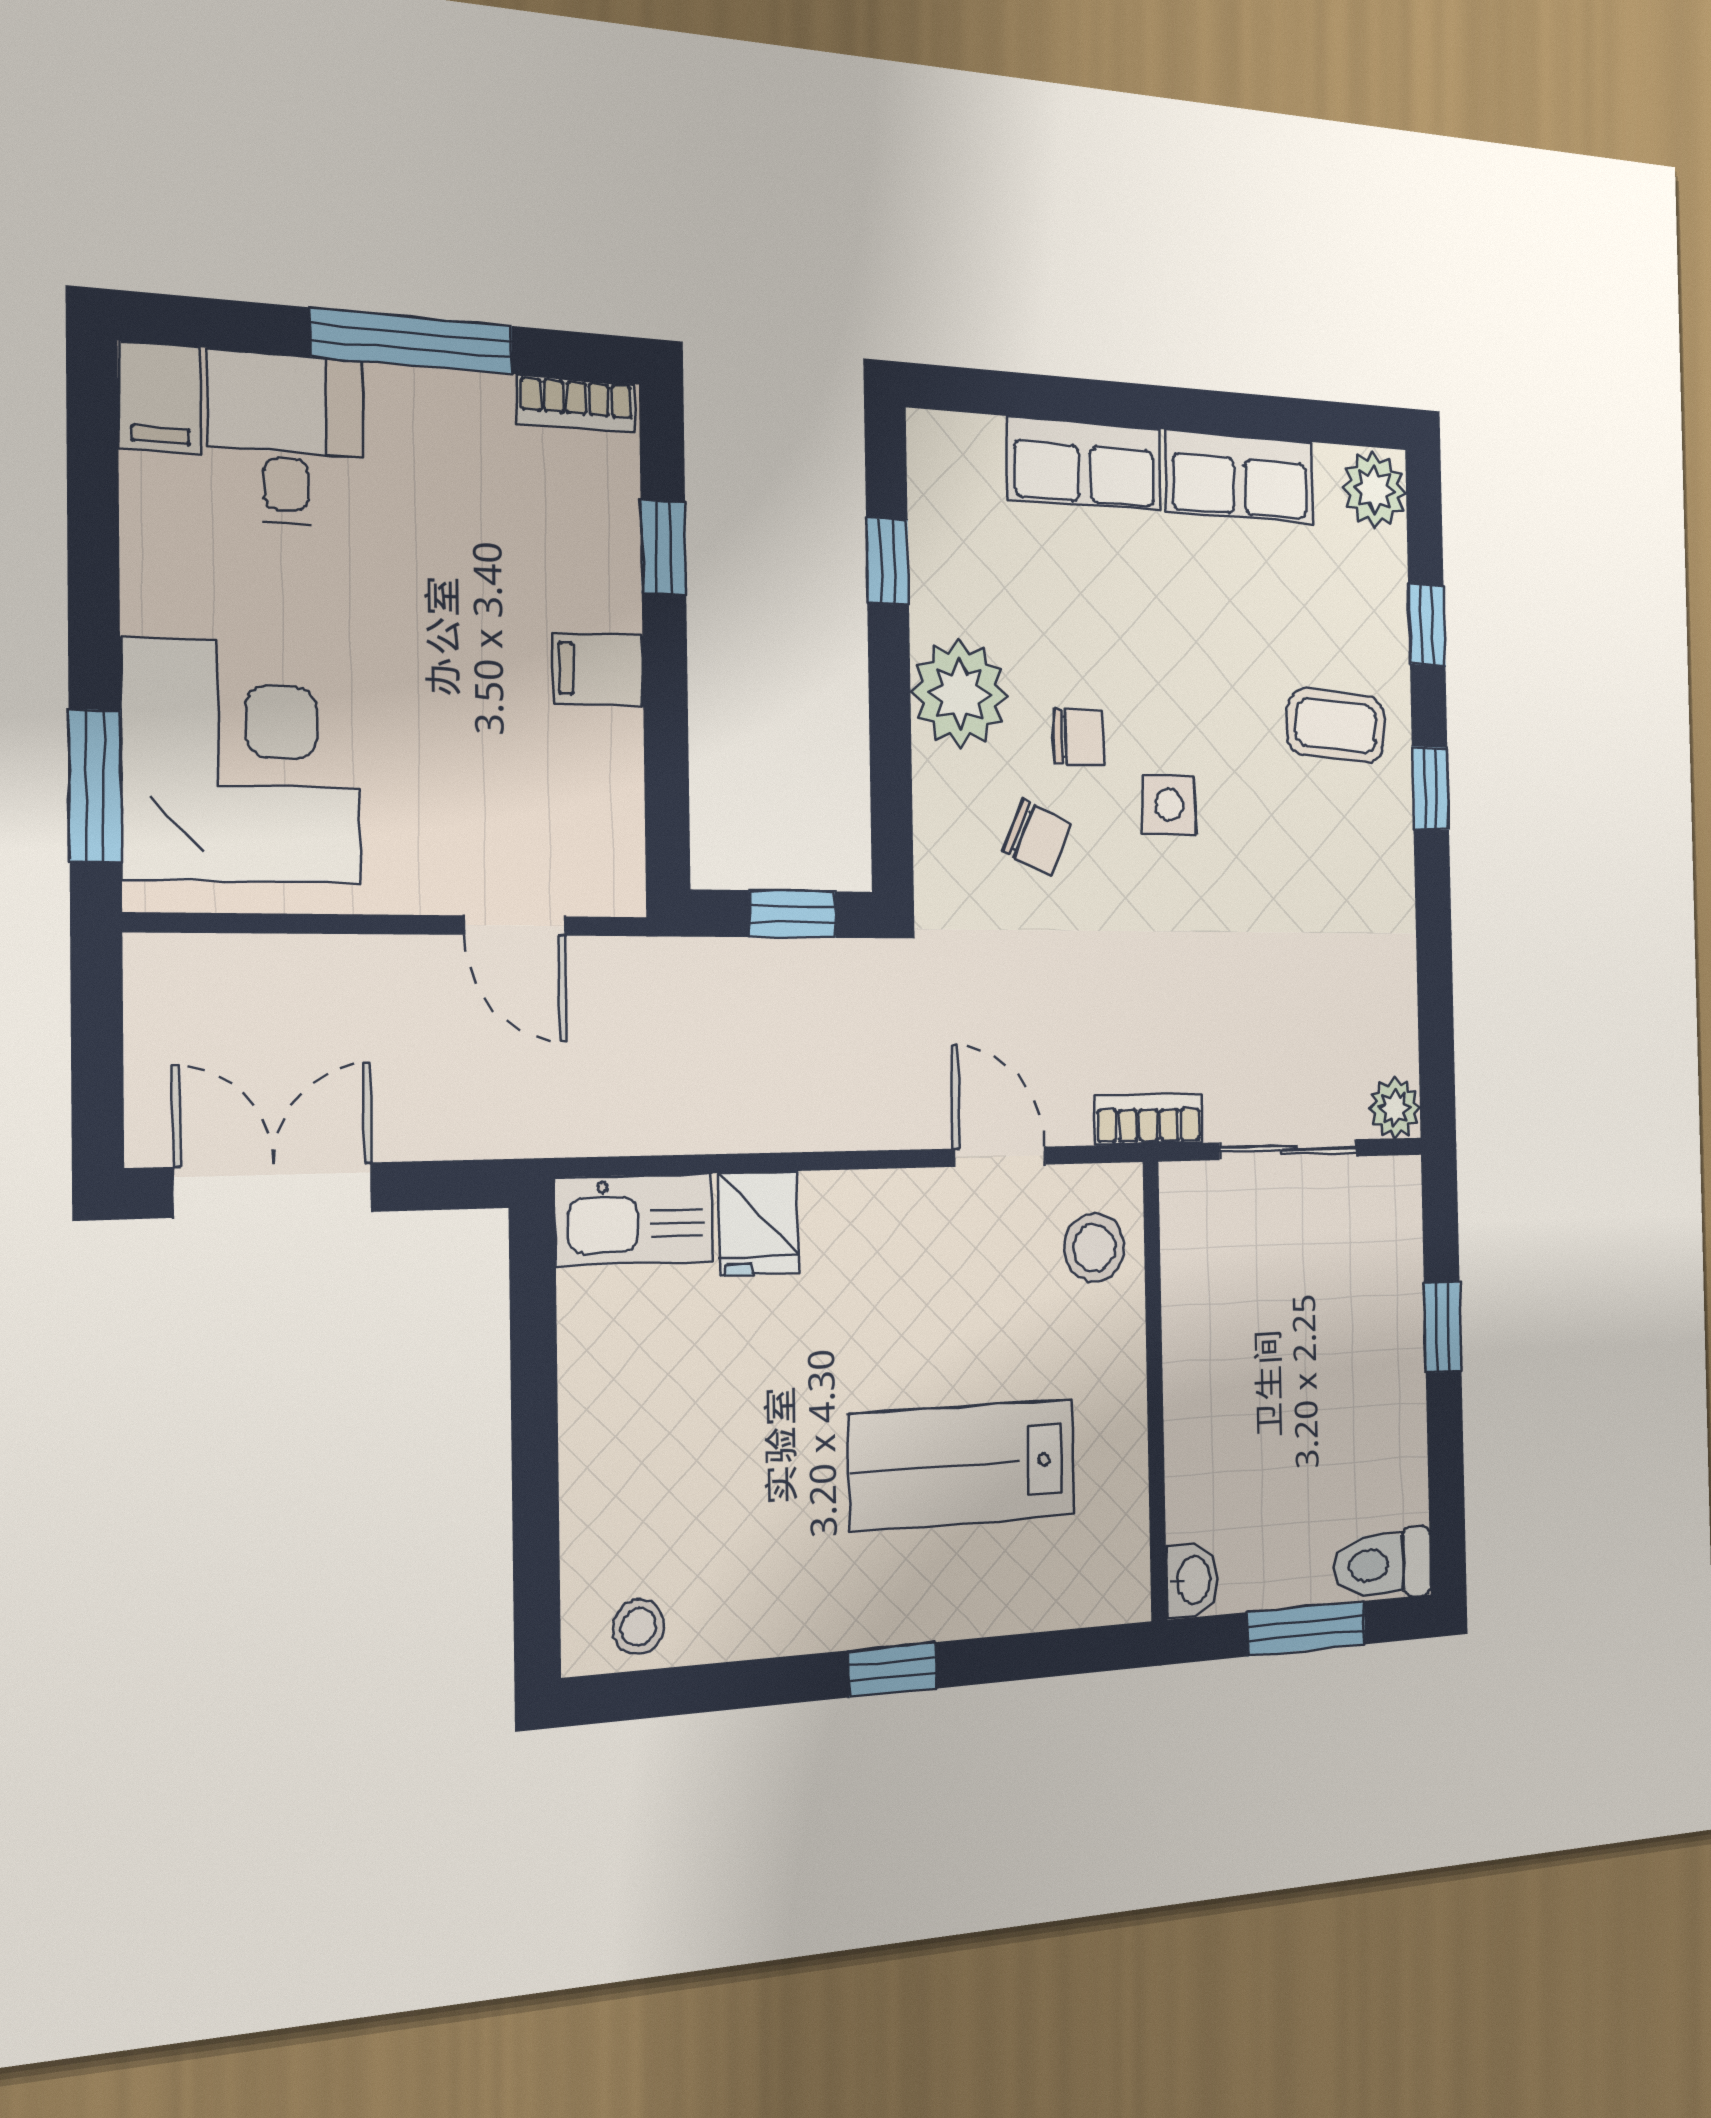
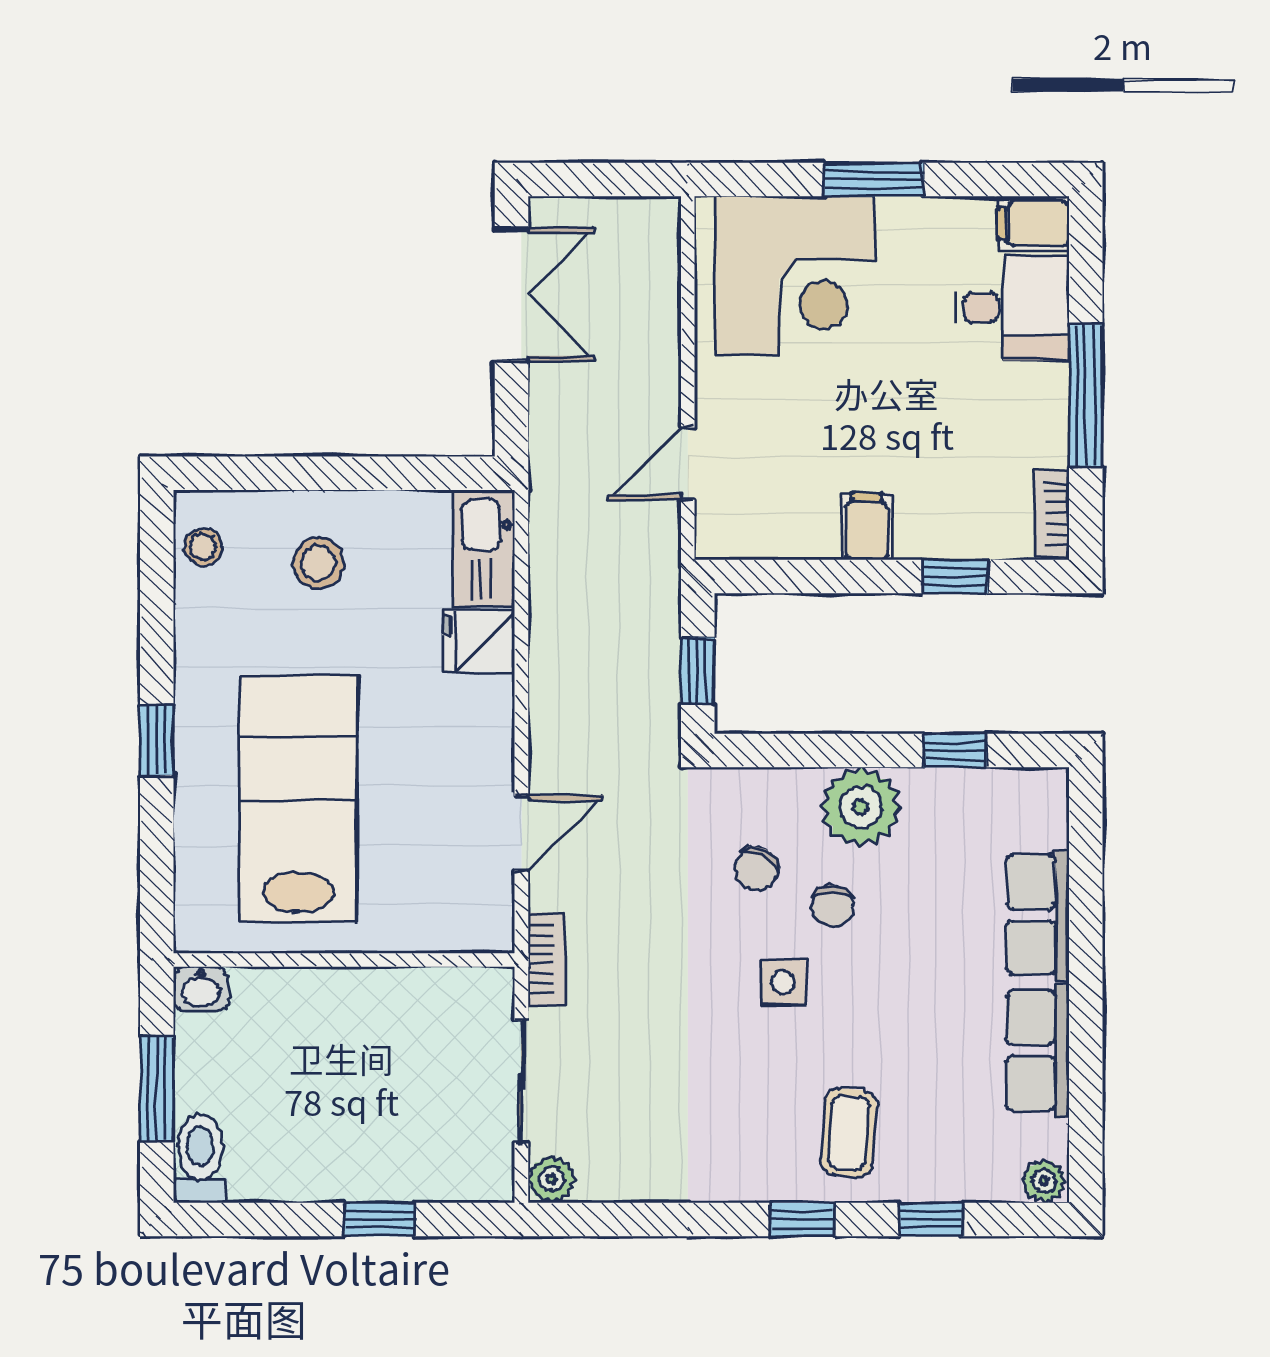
plant: (1374, 490) -> (1044, 1181), width x0.73, depth x0.73
window: (95, 785) -> (874, 180), moved
stool: (1094, 1248) -> (318, 563), moved
lab bench: (962, 1465) -> (299, 798), width x1.36, depth x1.39

